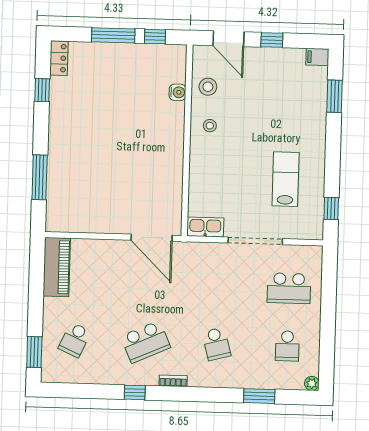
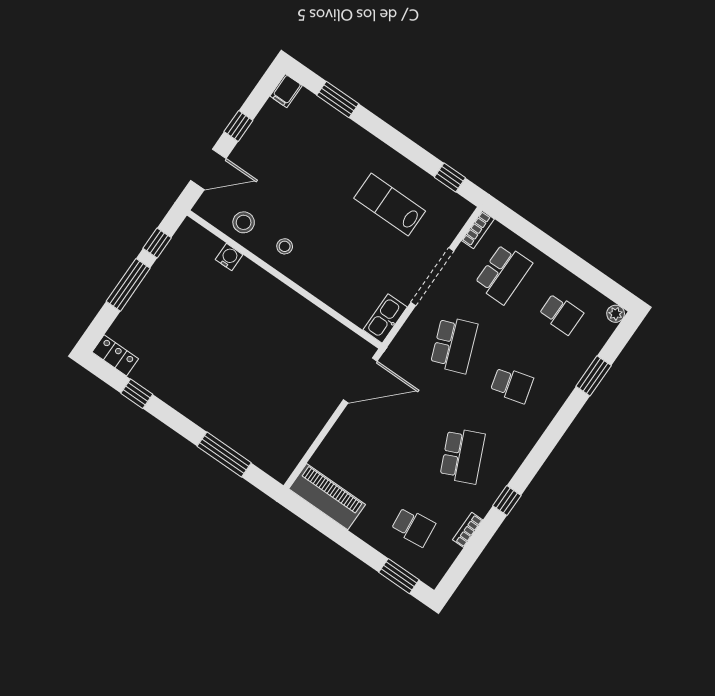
bookcase: (308, 251) -> (478, 230), added
school desk: (218, 286) -> (454, 345), added
school desk: (75, 340) -> (413, 527), turned -30
bookcase: (173, 381) -> (468, 530), moved

